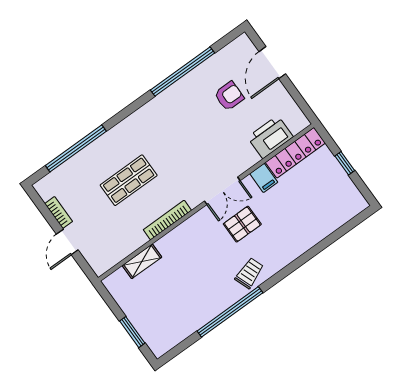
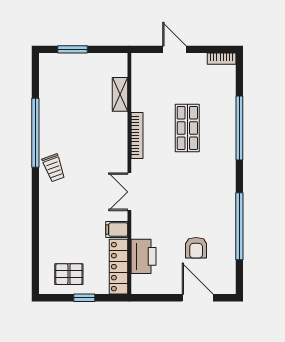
window: (76, 148) -> (239, 128), moved
bookcase: (59, 213) -> (222, 59), moved
pallet: (242, 224) -> (69, 274), moved, turned 90

